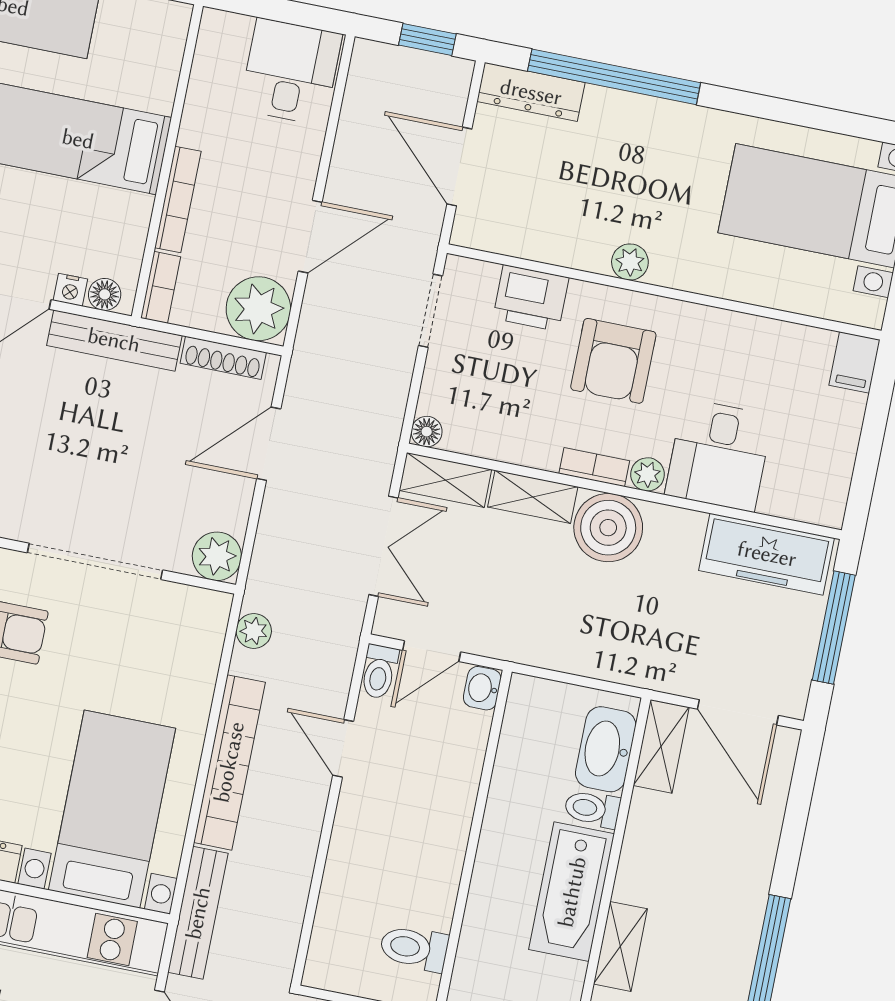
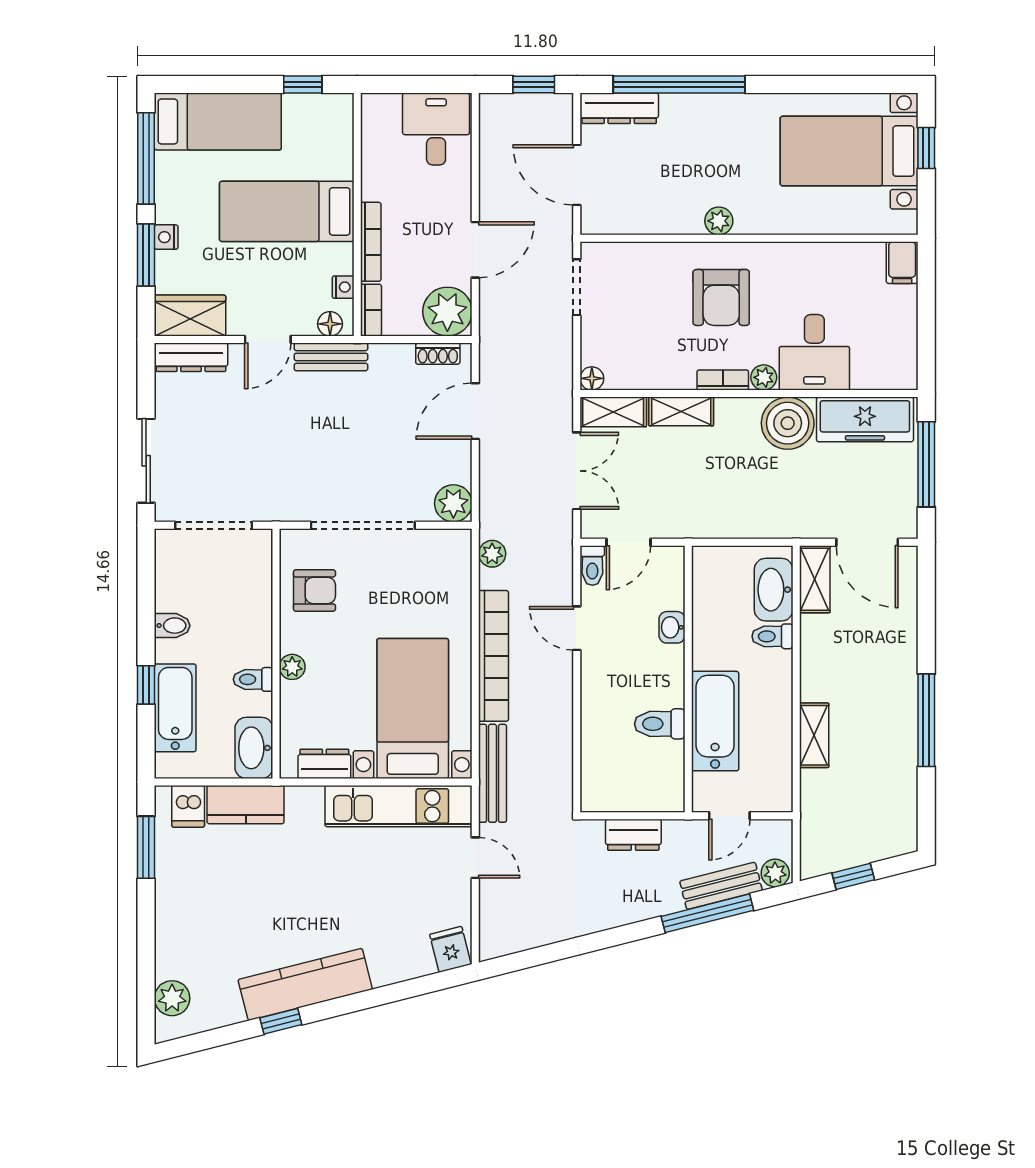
nightstand: (70, 290) -> (343, 287), moved, turned -90
printer: (531, 298) -> (650, 263), removed
bench: (114, 340) -> (331, 357), width x0.73
shoe rack: (223, 358) -> (438, 354), width x0.70
boiler: (608, 528) -> (788, 423), moved
washbasin: (482, 688) -> (672, 627), moved
bathtub: (572, 892) -> (715, 721), moved, turned 180
toilet: (414, 948) -> (660, 724), moved

